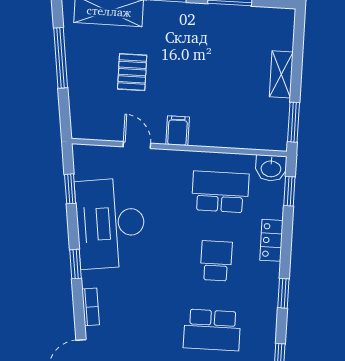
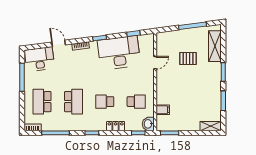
shelving: (281, 74) -> (211, 126), moved
filing cabinet: (178, 131) -> (163, 110), moved
school desk: (220, 192) -> (136, 102), width x0.54
school desk: (216, 261) -> (105, 102), turned 180
school desk: (212, 330) -> (73, 102), turned 180

